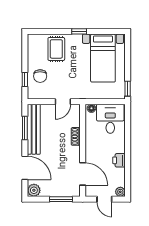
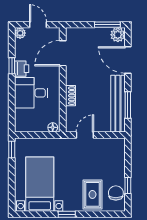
chair: (40, 76) -> (116, 193), moved
window: (25, 79) -> (128, 185), moved
desk: (110, 119) -> (31, 93), moved, turned 90
window: (128, 163) -> (12, 66), added
door: (83, 174) -> (63, 53), hinge flipped
window: (61, 199) -> (107, 25), moved

